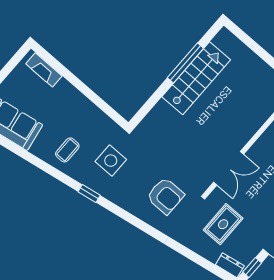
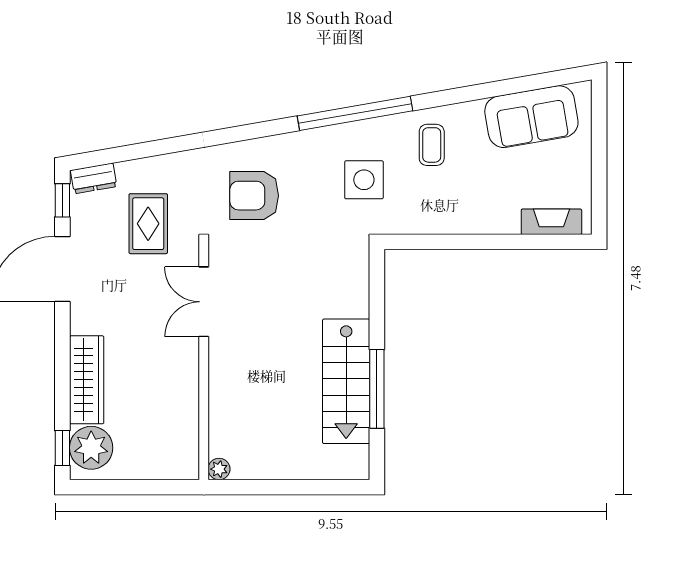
window: (89, 193) -> (355, 113), width x3.17

